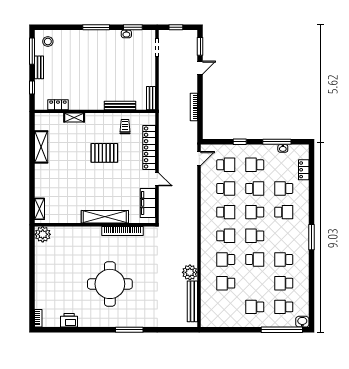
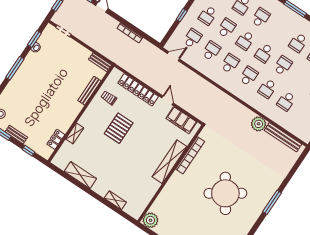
door: (199, 159) -> (173, 56), hinge flipped
door: (157, 179) -> (168, 100), hinge flipped
shelving: (40, 209) -> (115, 200), moved
round table: (110, 284) -> (225, 193), turned -34

